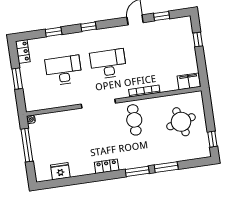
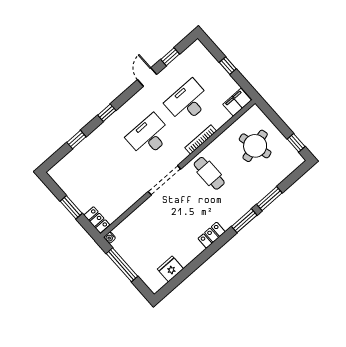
window: (198, 39) -> (228, 66), moved
locker: (23, 51) -> (97, 220), moved
desk: (64, 70) -> (188, 102), moved

